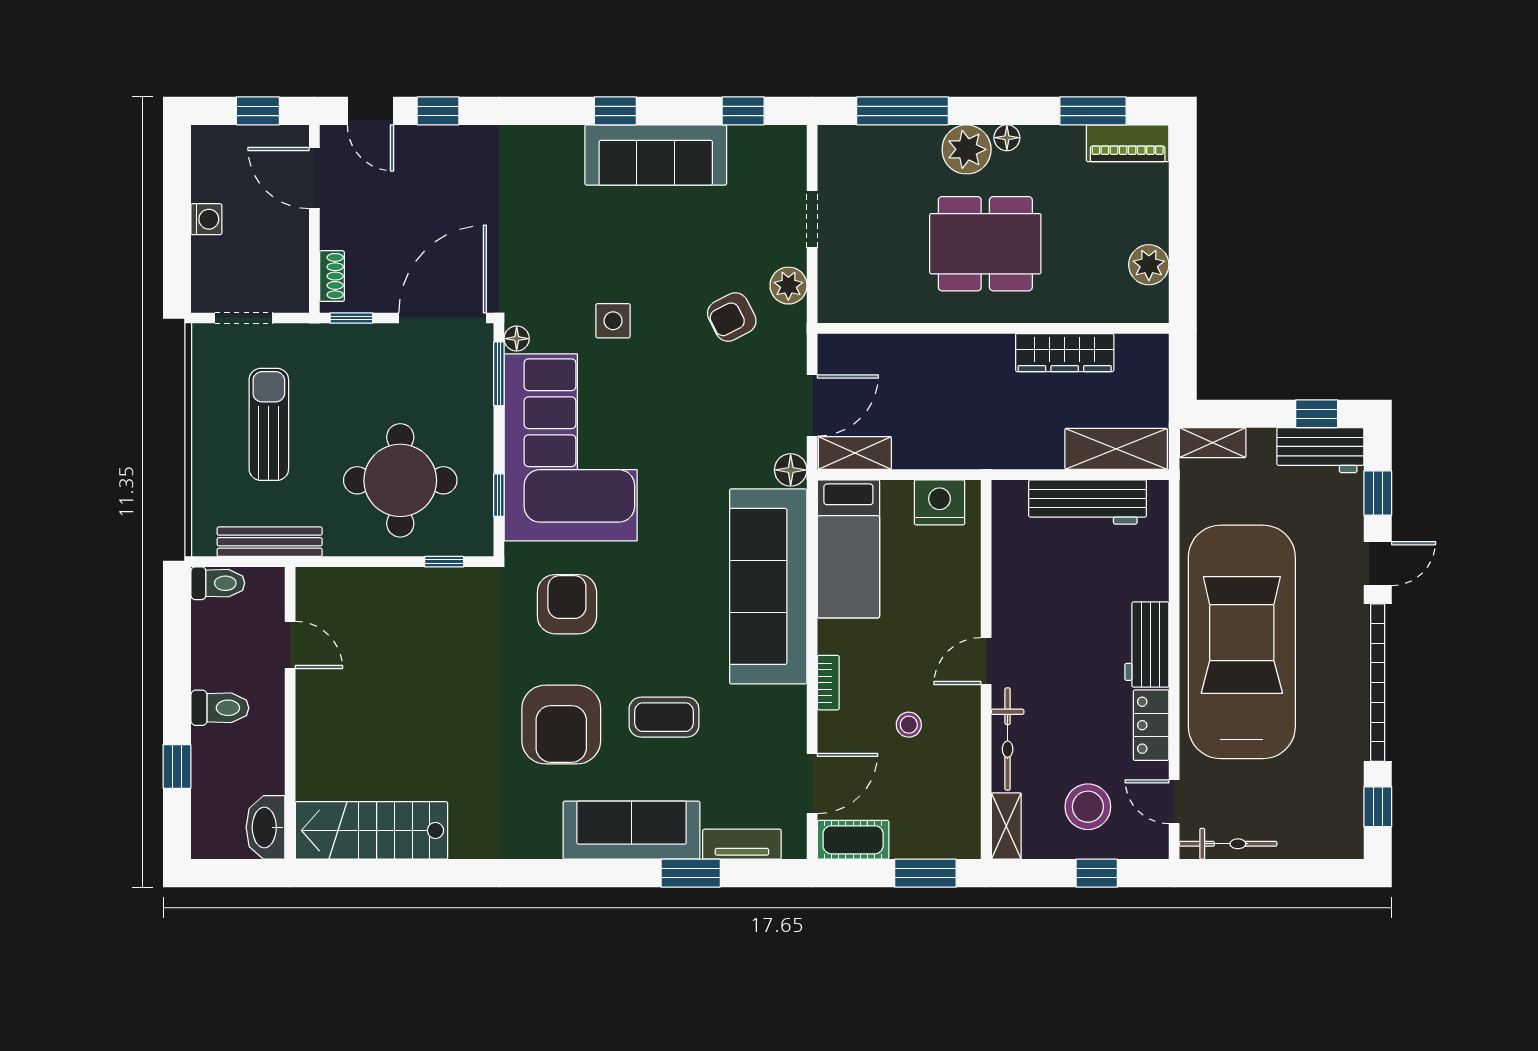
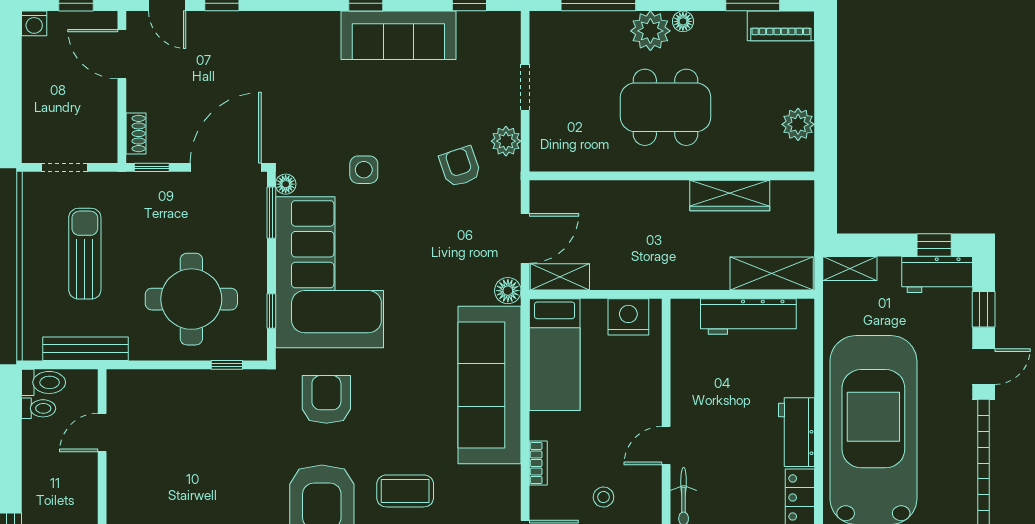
washing machine: (206, 219) -> (34, 23), moved, turned 90
armchair: (732, 317) -> (460, 167), turned 98
door: (290, 645) -> (102, 432), swing flipped
toilet: (220, 708) -> (39, 408), moved, width x0.73, depth x0.72

